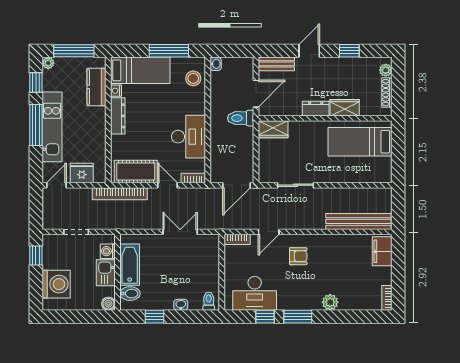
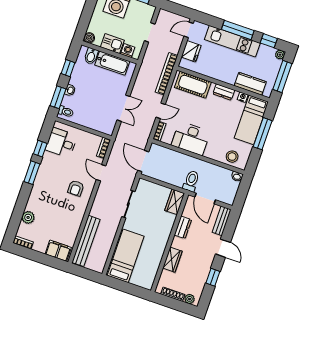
window: (169, 51) -> (263, 134), moved
dresser: (316, 109) -> (183, 227), moved
dresser: (118, 116) -> (224, 92), width x0.70
bed: (360, 142) -> (126, 256), moved
cot: (136, 172) -> (193, 85), moved, turned 90
door: (56, 185) -> (189, 30), swing flipped
desk: (255, 293) -> (61, 143), width x0.73
plant: (330, 302) -> (28, 217), moved
window: (195, 317) -> (58, 97), added

